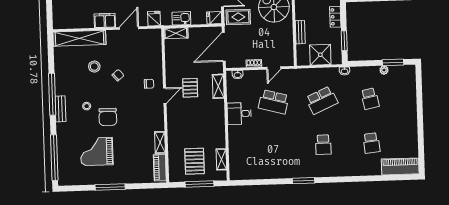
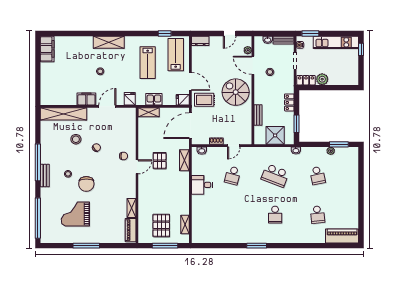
school desk: (322, 100) -> (275, 175), turned 45
school desk: (274, 102) -> (233, 175), width x0.54

